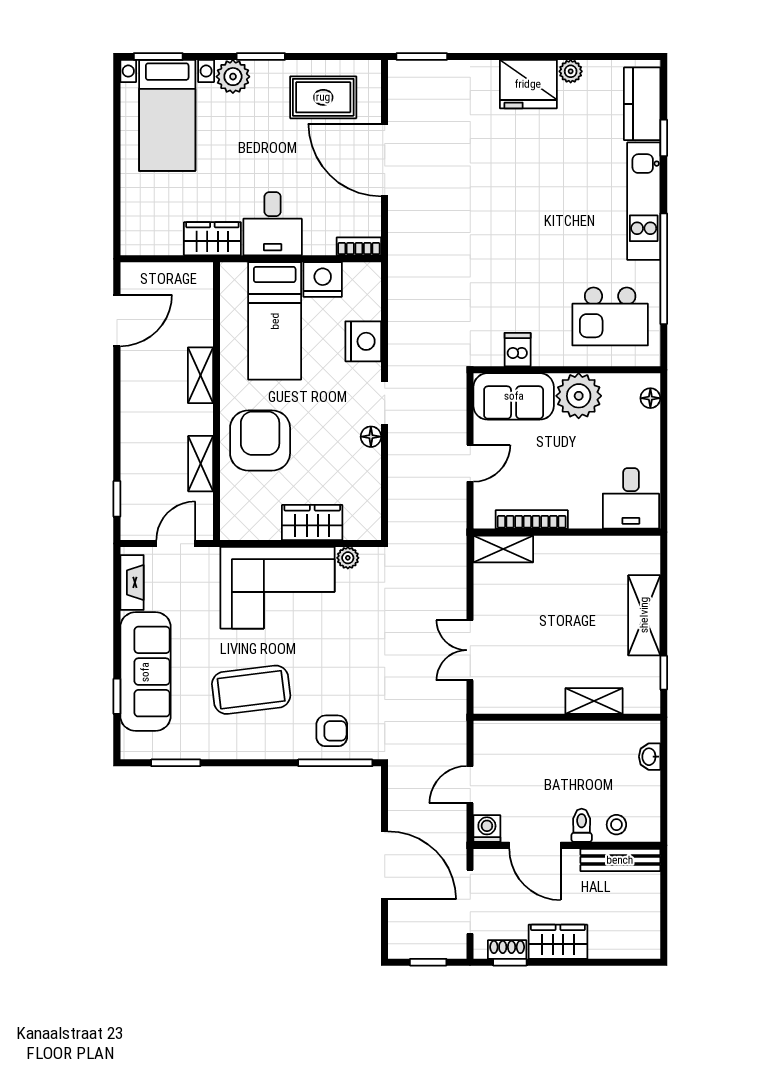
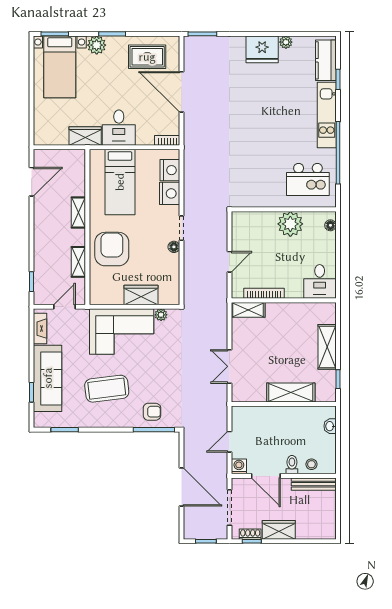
nightstand: (323, 279) -> (170, 170), moved, turned 90
dishwasher: (518, 350) -> (256, 198), removed
sofa: (514, 396) -> (254, 224), removed
shelving: (594, 701) -> (291, 393), width x1.50, depth x1.33

